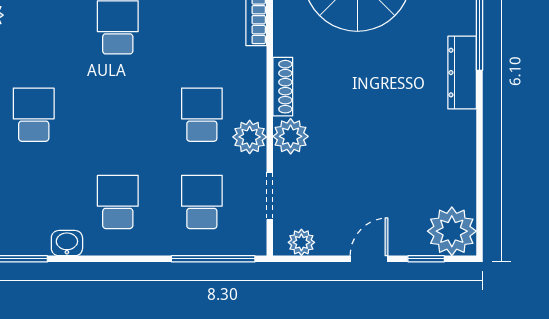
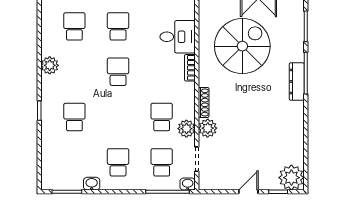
dresser: (462, 73) -> (297, 81), moved
plant: (301, 242) -> (213, 183), removed
washbasin: (252, 244) -> (188, 184), added

